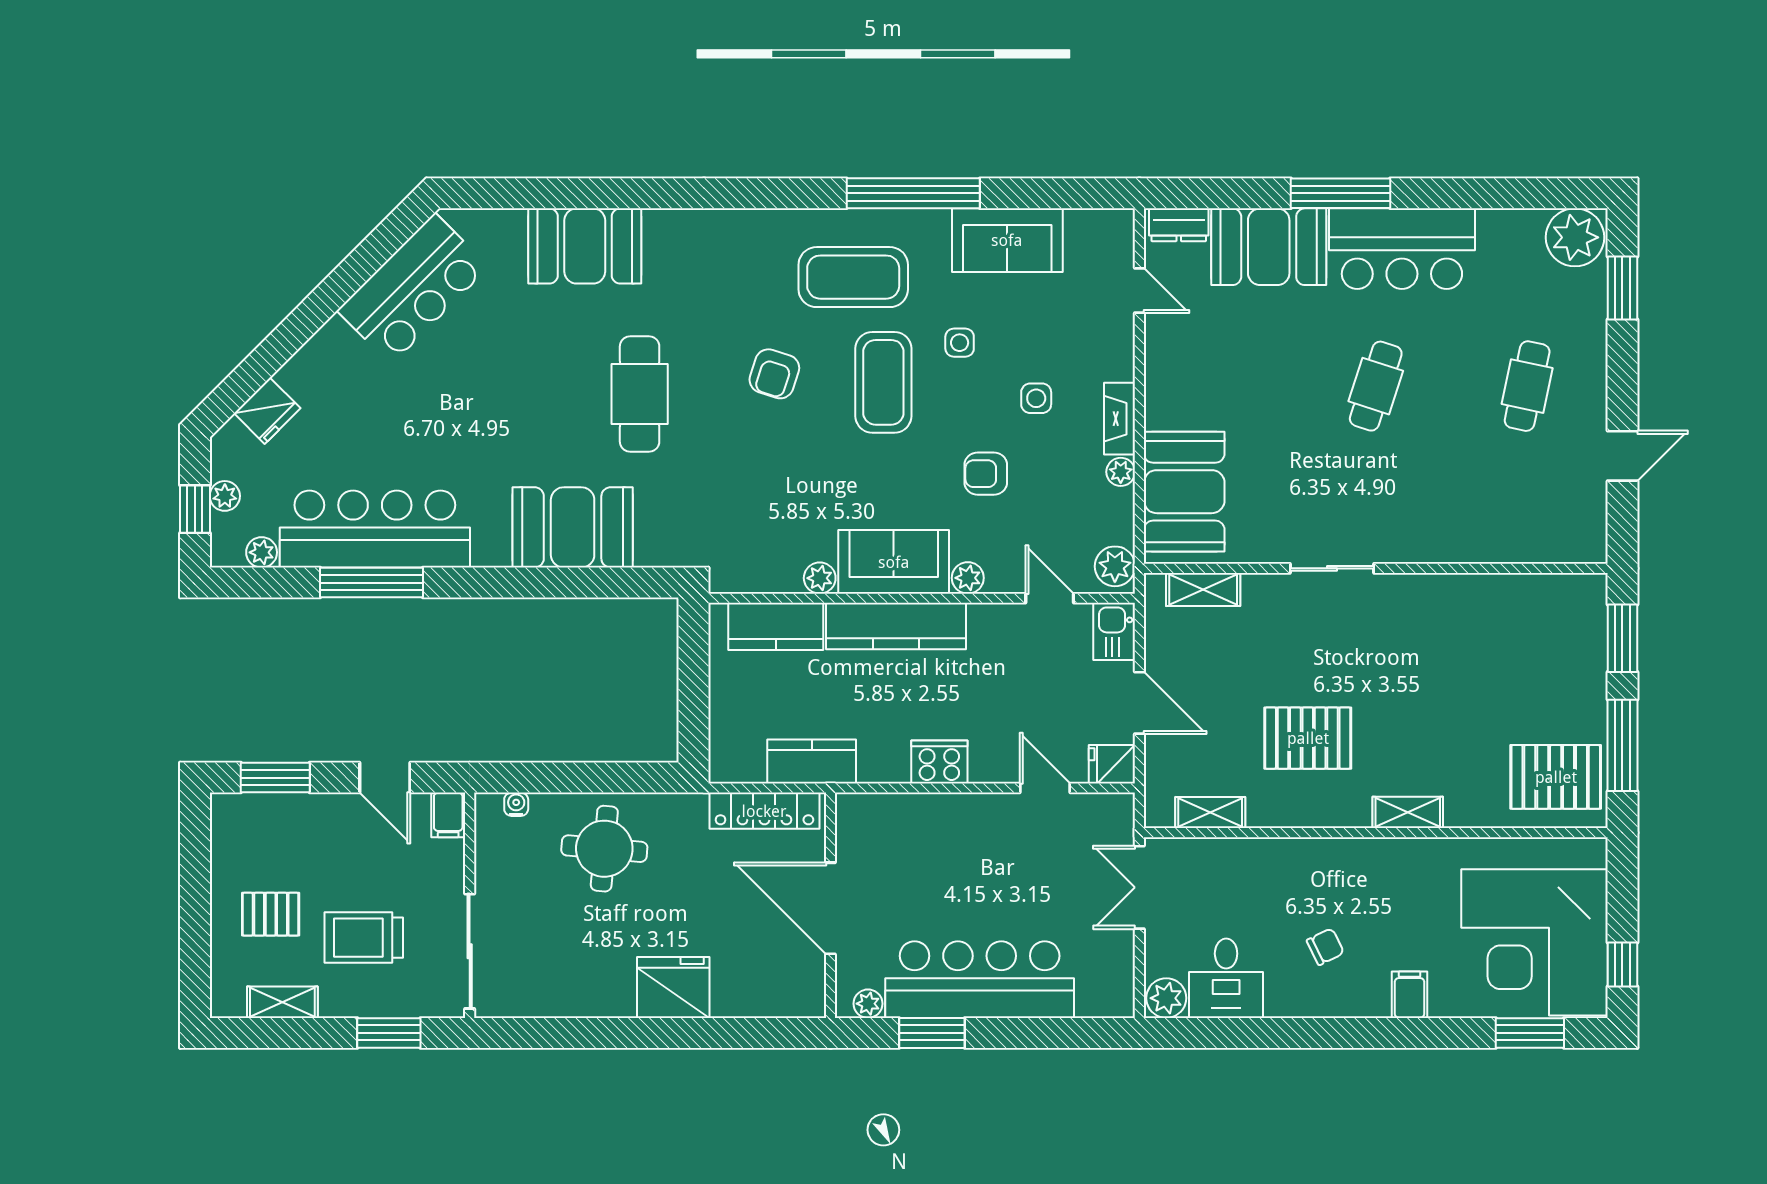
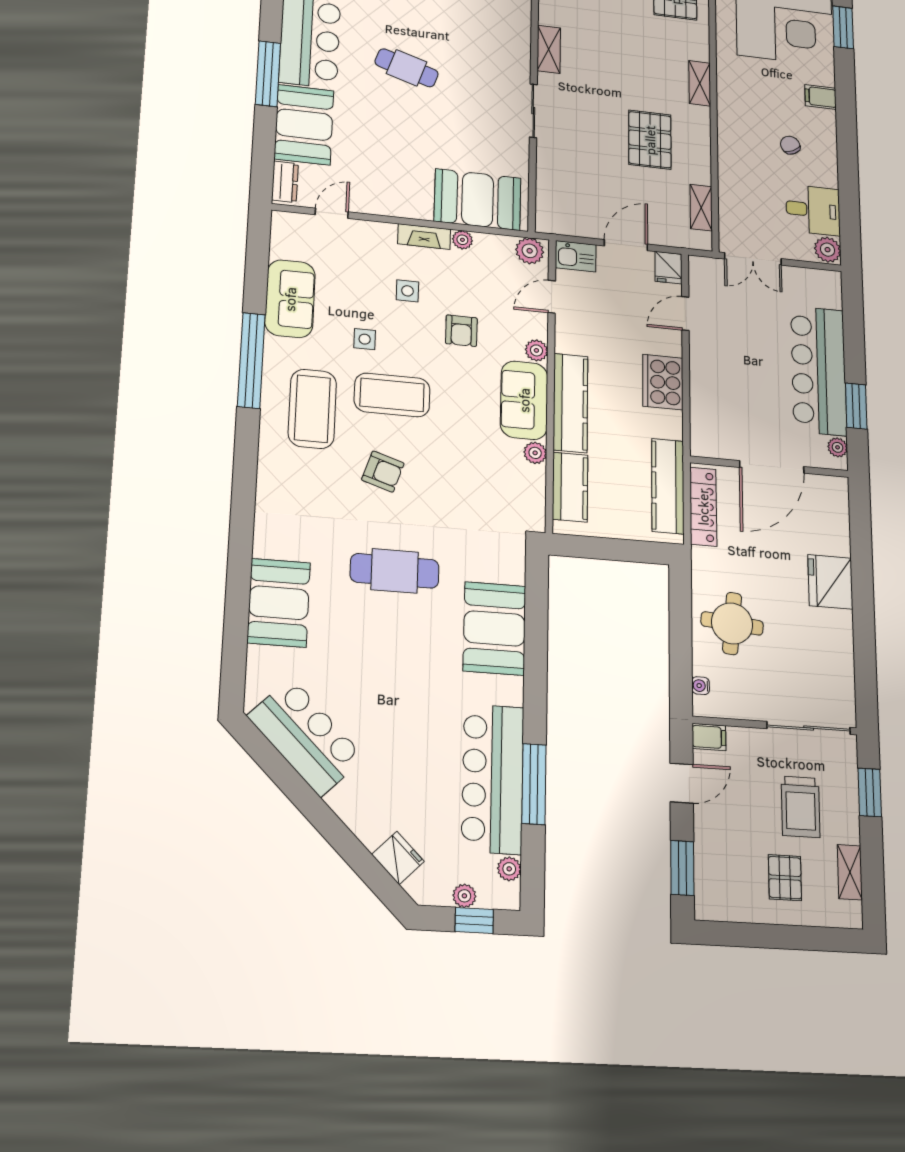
shelving: (1203, 590) -> (549, 49), moved
kitchen counter: (812, 761) -> (668, 486), width x1.50
cooker: (939, 762) -> (663, 382), width x1.37, depth x1.31

